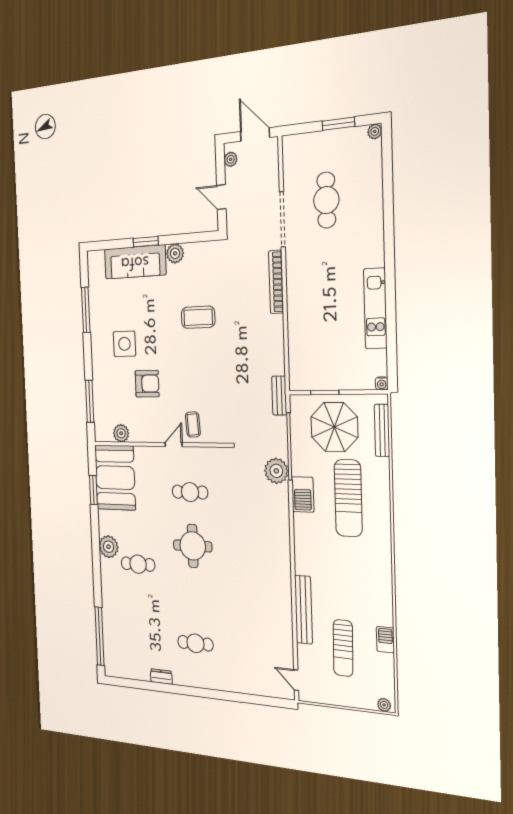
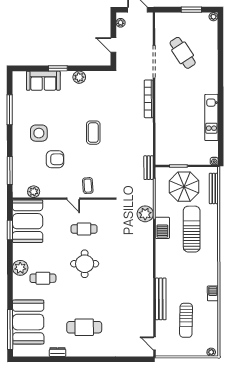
cafe table: (326, 200) -> (183, 53), turned -33
sofa: (135, 262) -> (43, 81), width x0.73
coffee table: (198, 317) -> (93, 133), moved, turned 90
door: (174, 445) -> (73, 199), swing flipped
sun lounger: (348, 498) -> (192, 229), turned 180
booth: (122, 628) -> (28, 322), added
barbecue: (385, 640) -> (213, 293), moved
cafe table: (195, 643) -> (84, 327), width x1.37, depth x1.35

